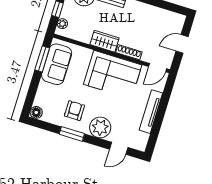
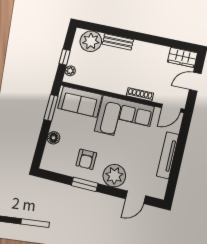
wardrobe: (104, 41) -> (182, 57), moved, turned 180
sofa: (57, 64) -> (80, 102), moved, turned 90
armchair: (74, 111) -> (86, 159), turned 180
floor lamp: (36, 112) -> (53, 138), moved

